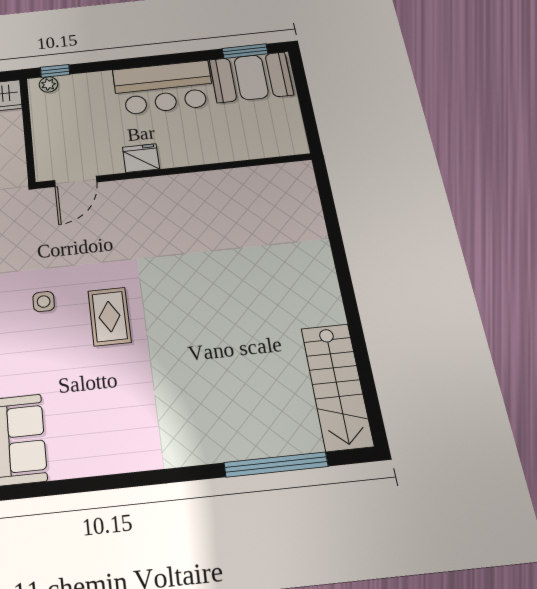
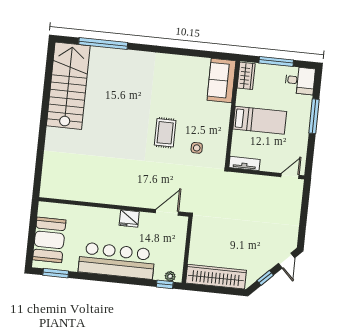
booth: (251, 77) -> (49, 240), moved, turned 90
bar counter: (164, 88) -> (117, 261), width x1.36
stairs: (337, 386) -> (68, 86), width x1.36, depth x1.51

